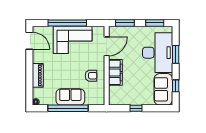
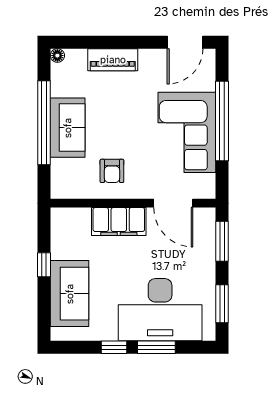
window: (176, 86) -> (114, 347), moved
sofa: (163, 89) -> (70, 294), moved, turned 90

